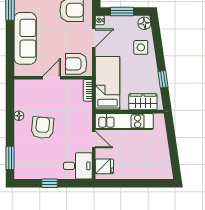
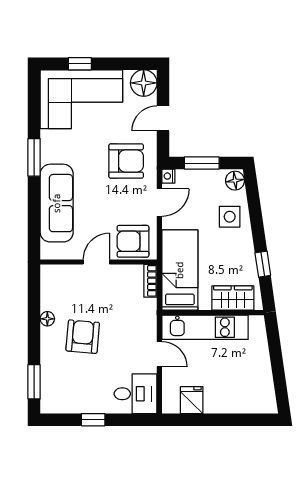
fridge: (104, 166) -> (192, 400), moved, turned -90

